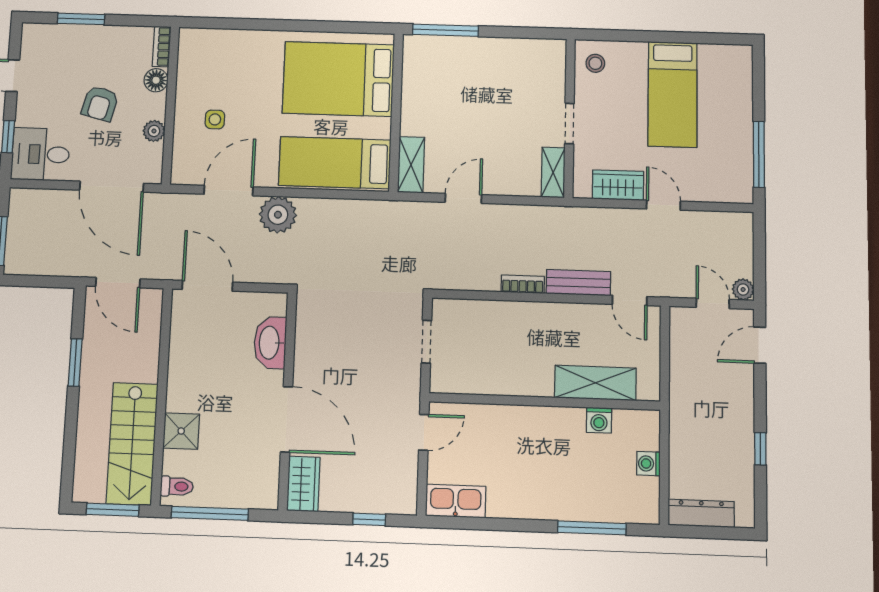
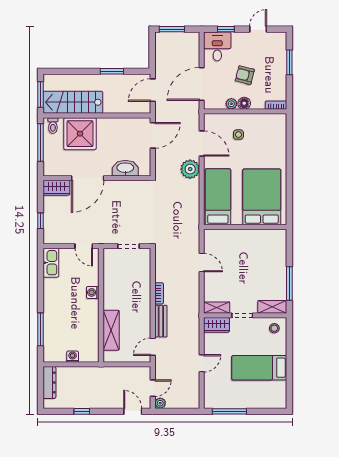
window: (445, 30) -> (289, 284), moved
floor lamp: (156, 80) -> (244, 103), moved
shelving: (411, 165) -> (272, 307), moved
wardrobe: (618, 185) -> (217, 325), moved, turned 90
washing machine: (599, 420) -> (93, 292), moved
shower: (181, 431) -> (80, 134), width x1.86, depth x1.86

